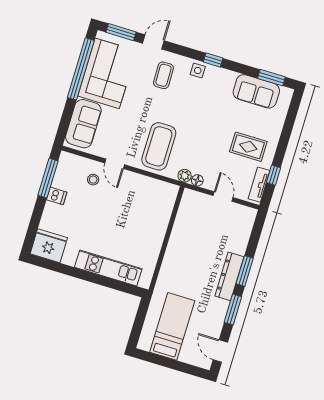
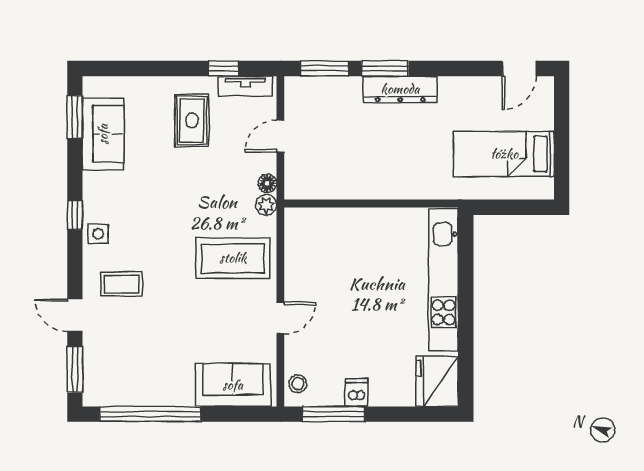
corner sofa: (107, 73) -> (145, 372), removed
stool: (93, 180) -> (298, 384), moved
kitchen unit: (108, 268) -> (443, 280), width x1.36
window: (233, 310) -> (325, 69), moved

